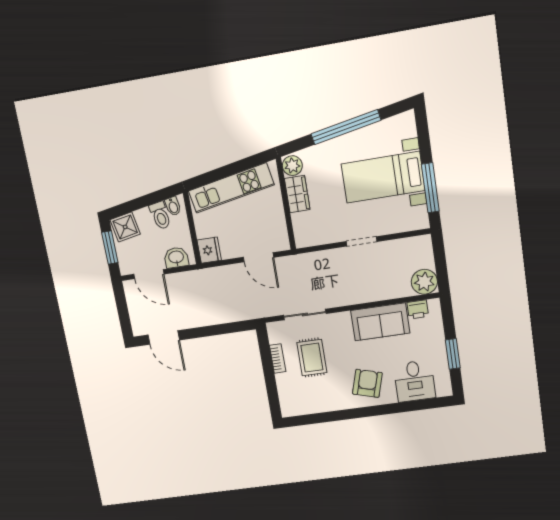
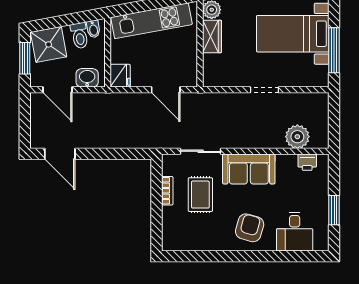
shower: (125, 227) -> (49, 44), width x1.36, depth x1.36
plant: (424, 282) -> (297, 137), moved
sofa: (380, 322) -> (249, 169), moved

